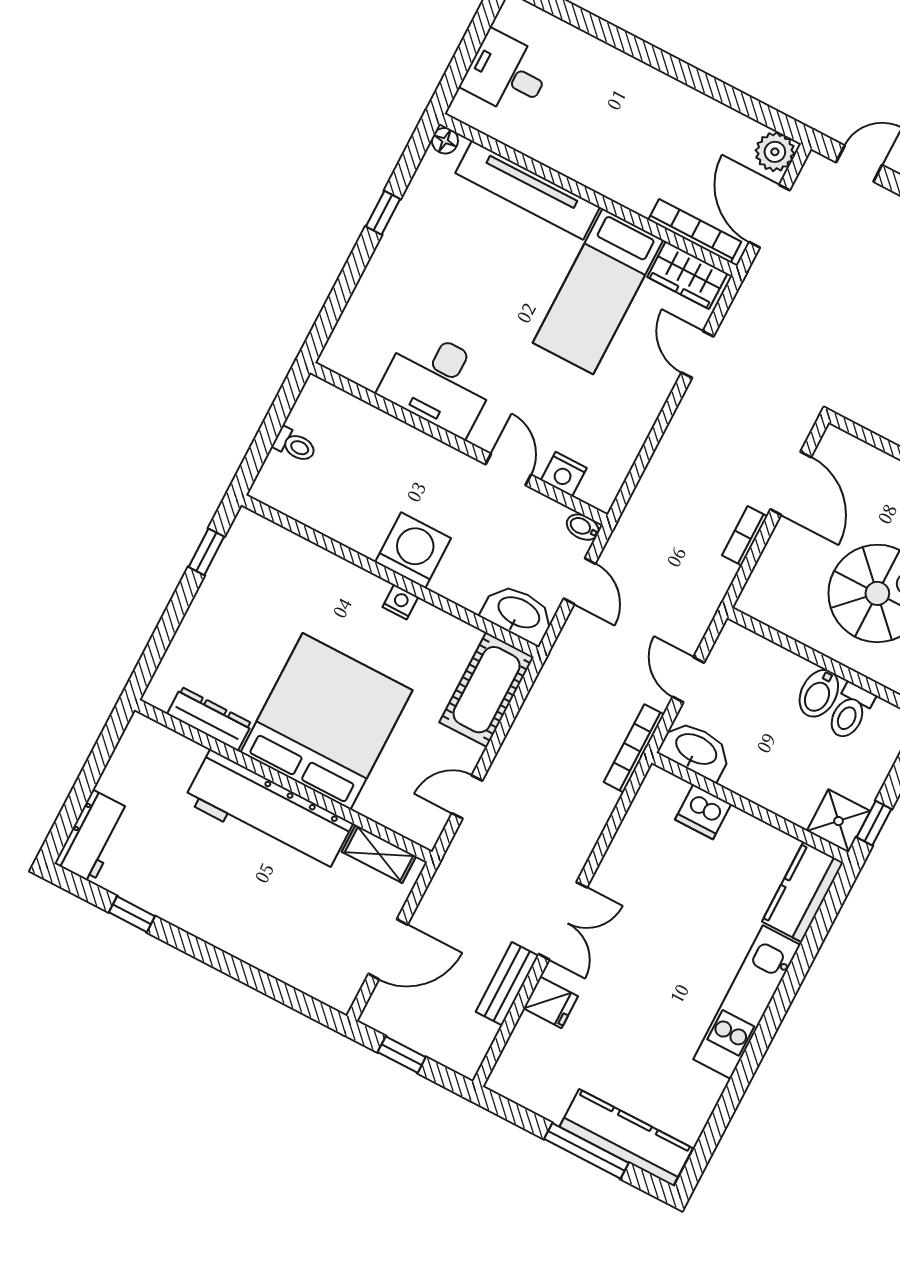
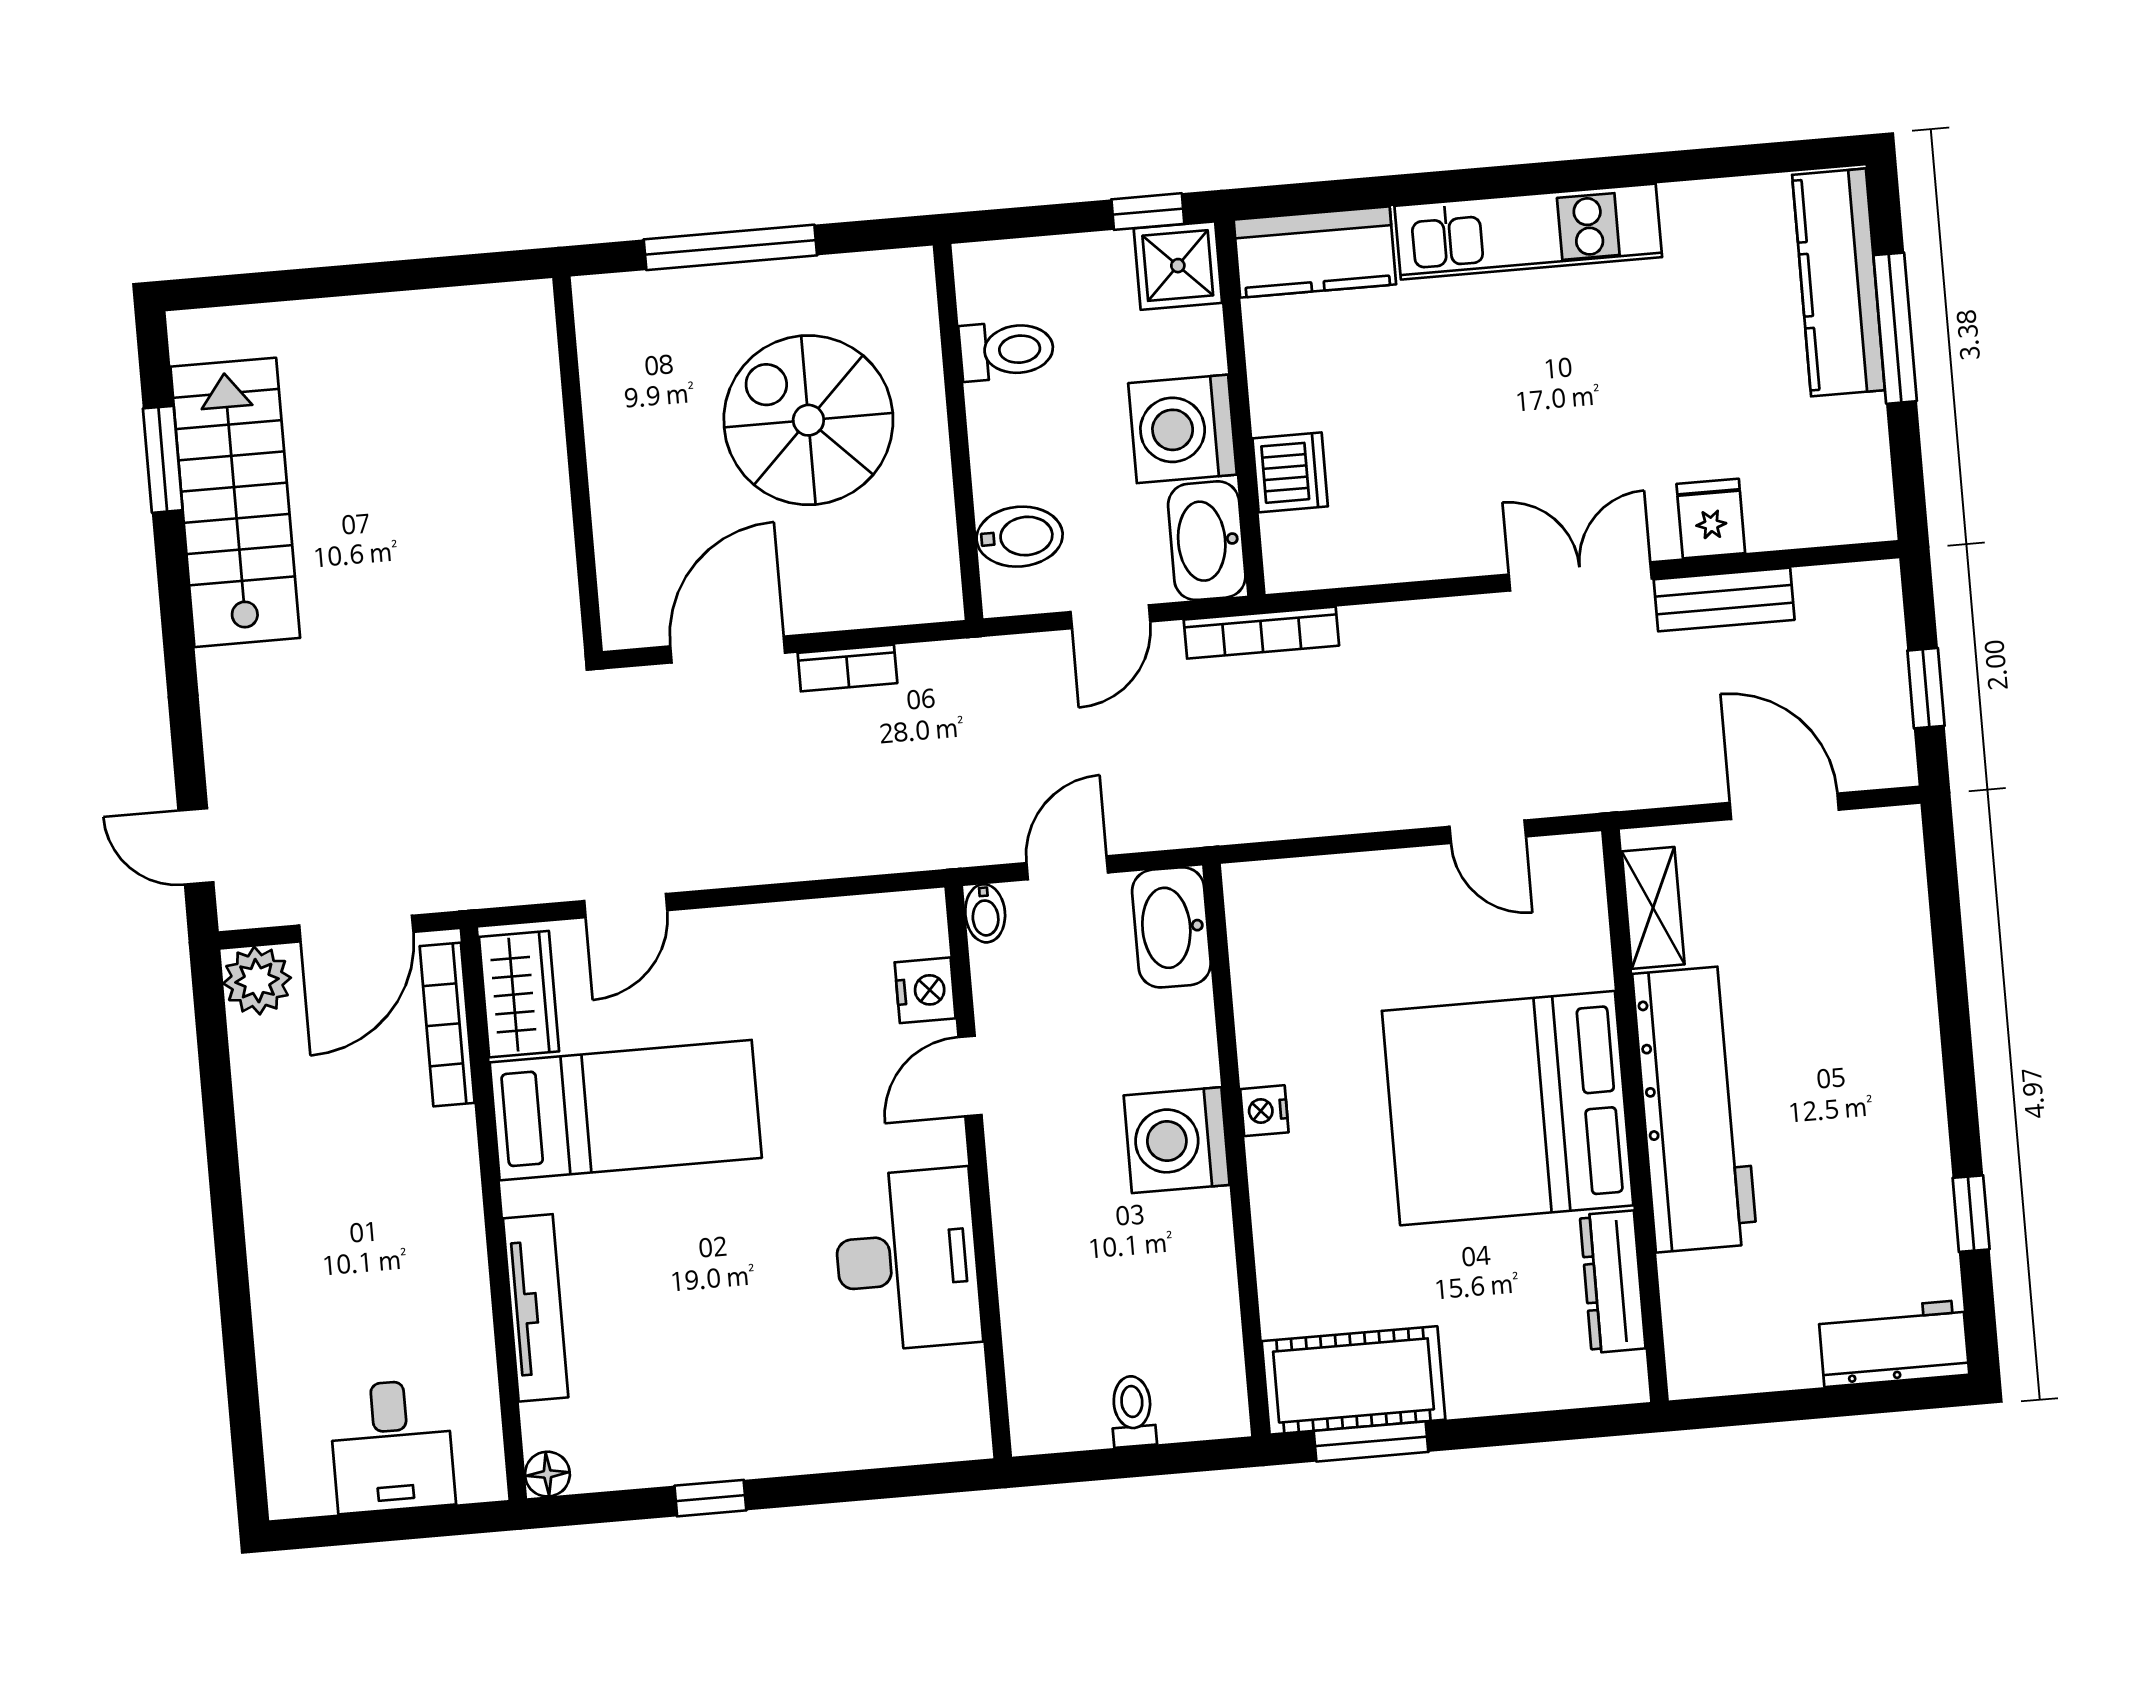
tv unit: (528, 190) -> (536, 1308), width x0.73, depth x0.78
window: (206, 552) -> (1371, 1441), width x1.50
cot: (487, 690) -> (1353, 1380), moved
bidet: (819, 693) -> (1020, 537), moved
washing machine: (758, 773) -> (1183, 429), added

